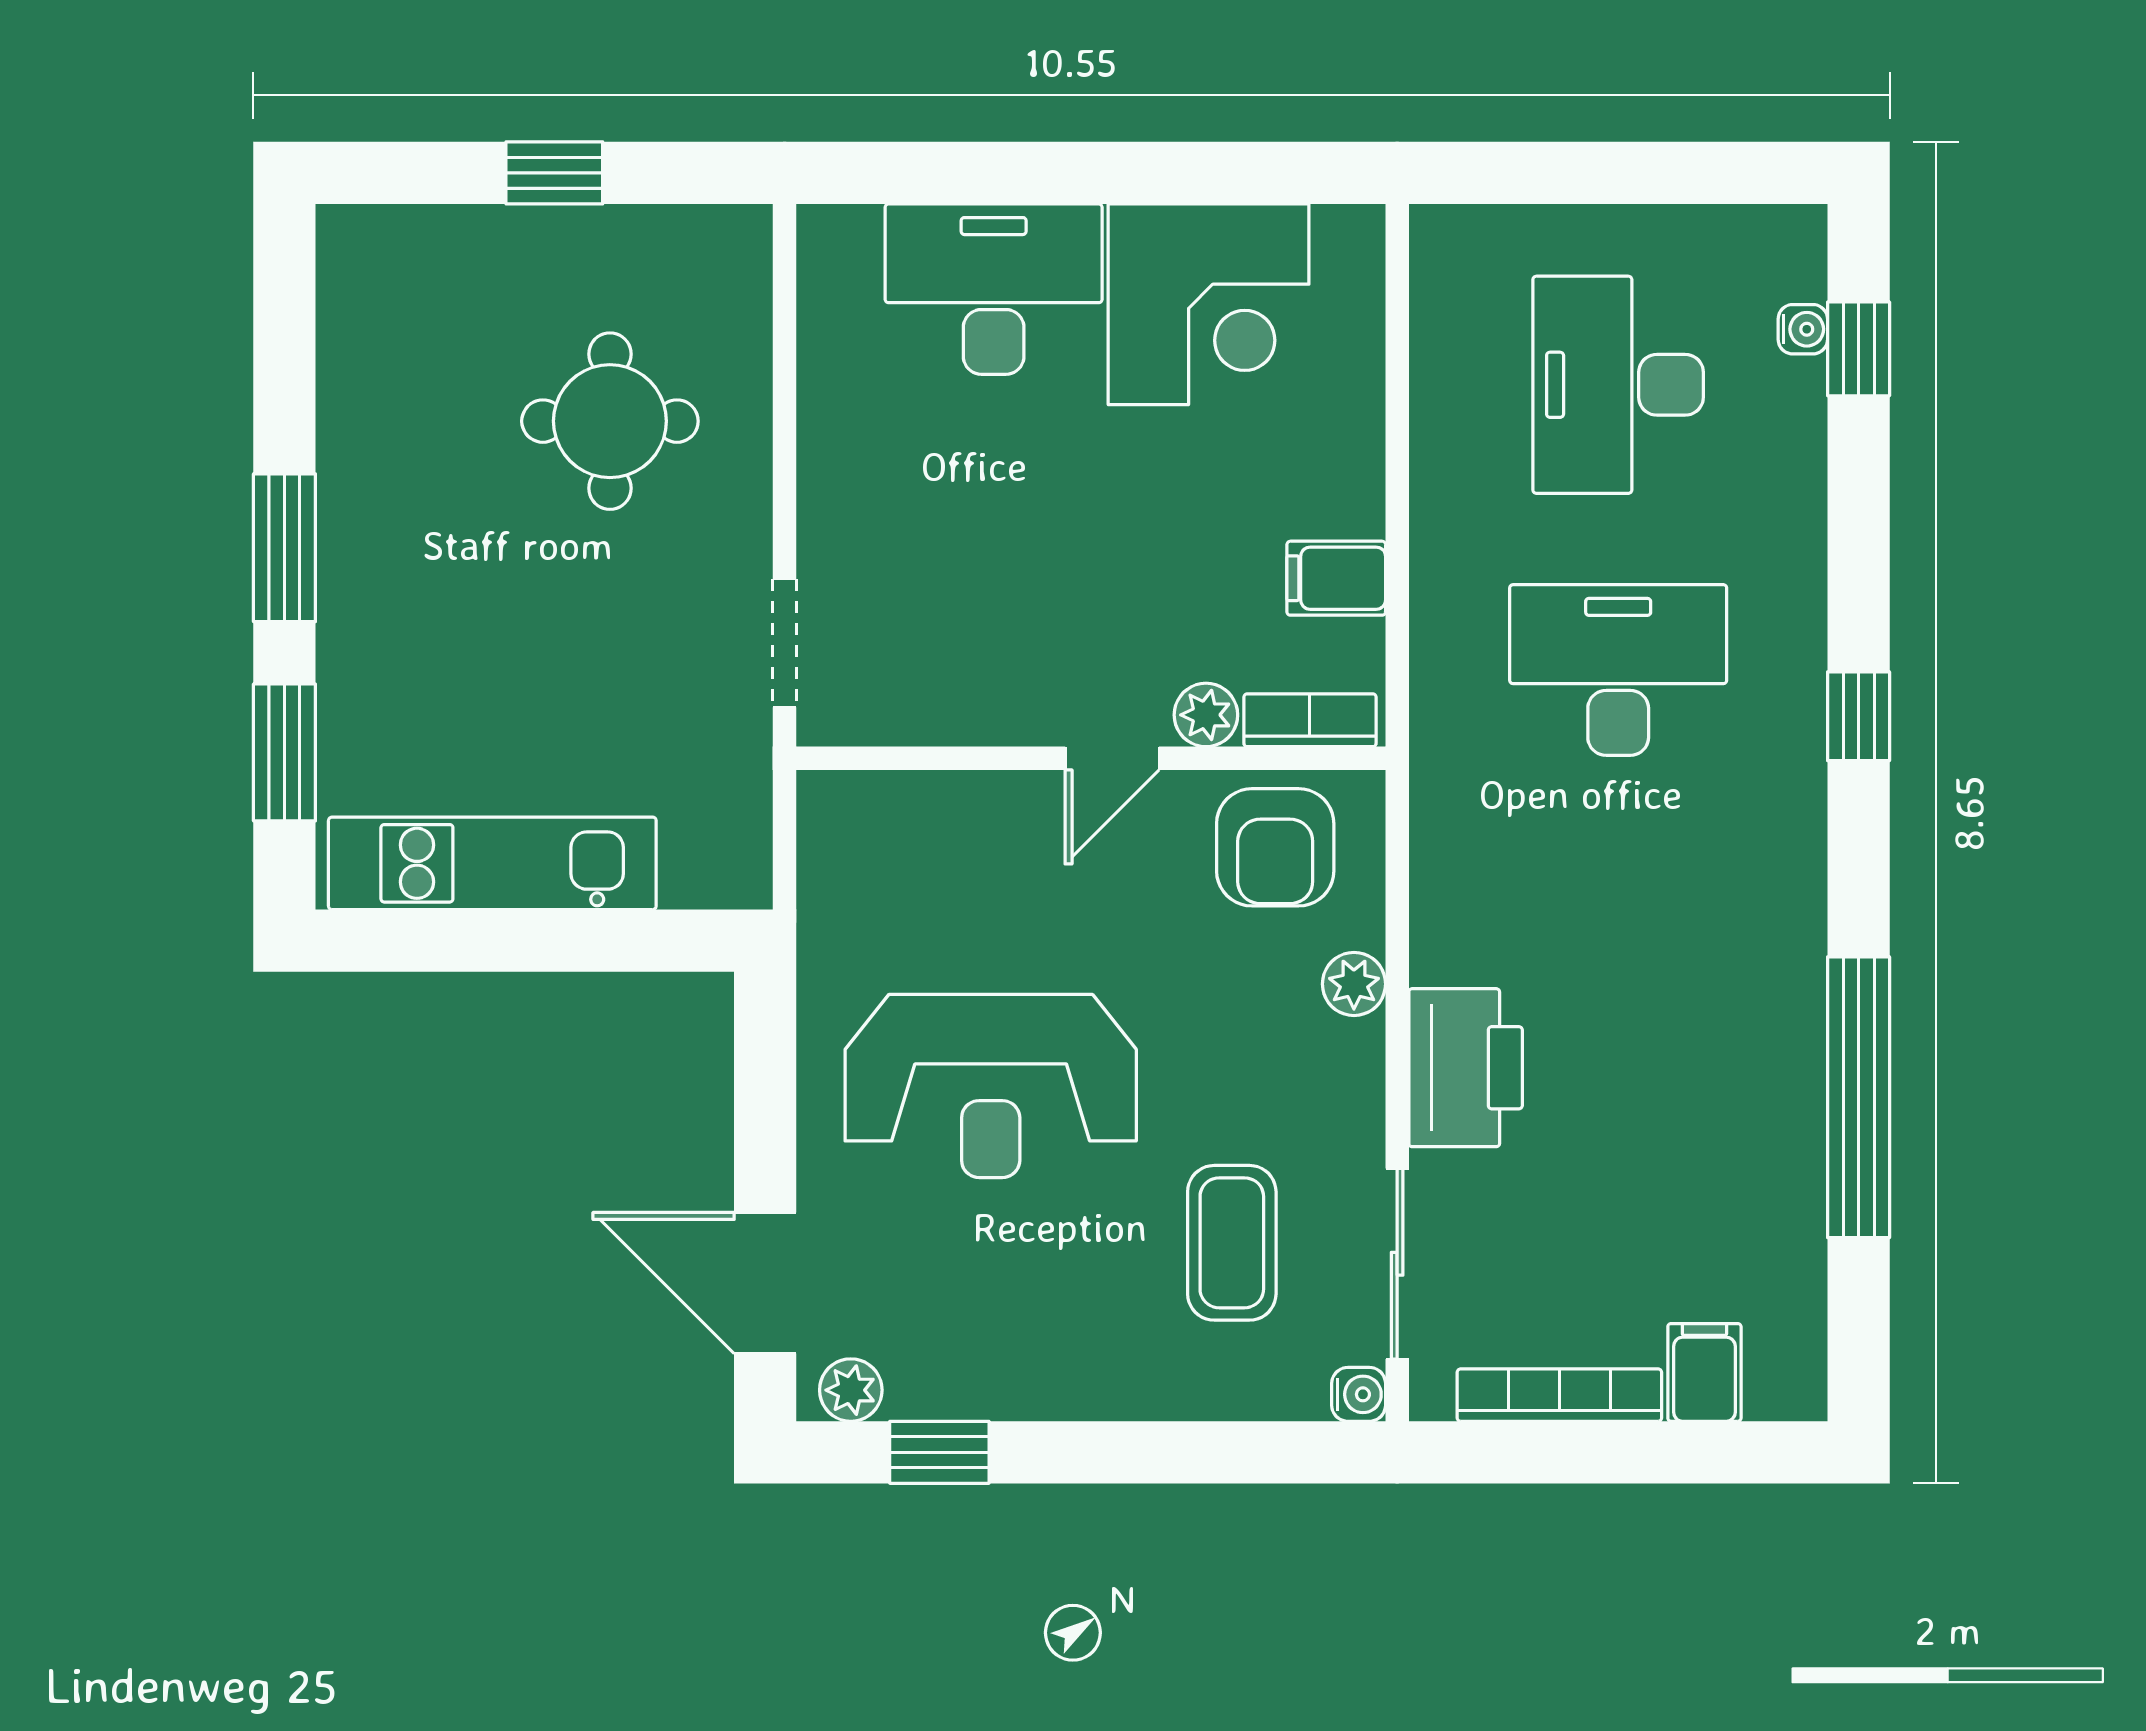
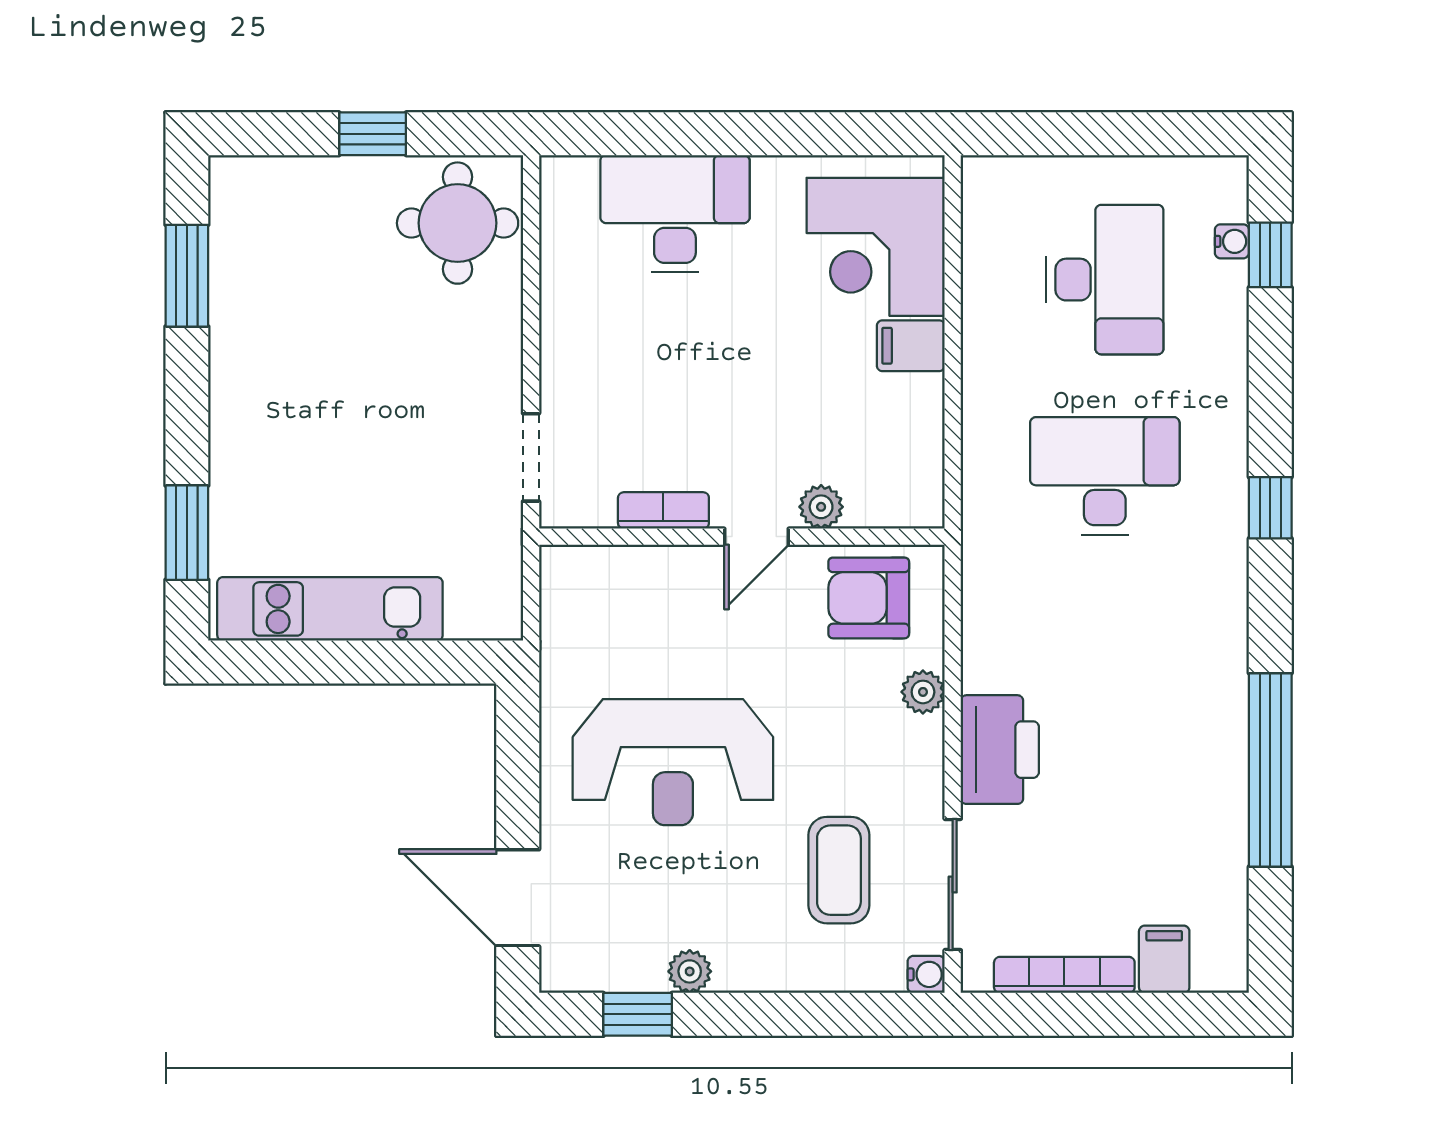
corner desk: (1209, 304) -> (876, 247), moved, turned 90
desk: (1618, 385) -> (1105, 280), turned 180
round table: (610, 421) -> (458, 223), moved
window: (284, 548) -> (187, 276), moved
filing cabinet: (1336, 578) -> (911, 346), moved
bookcase: (1310, 720) -> (663, 510), moved
armchair: (1275, 847) -> (869, 598), turned 90
plant: (851, 1390) -> (690, 971), moved

